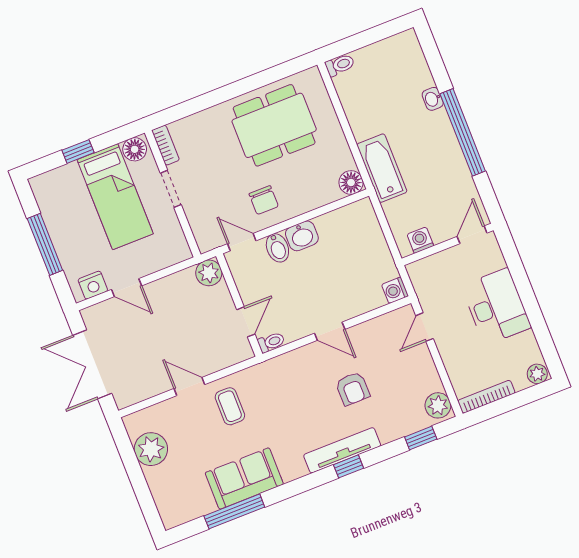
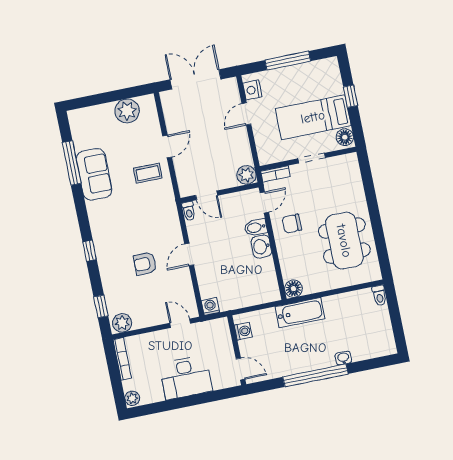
bookcase: (166, 145) -> (275, 174), moved
tv unit: (342, 450) -> (102, 248), removed

